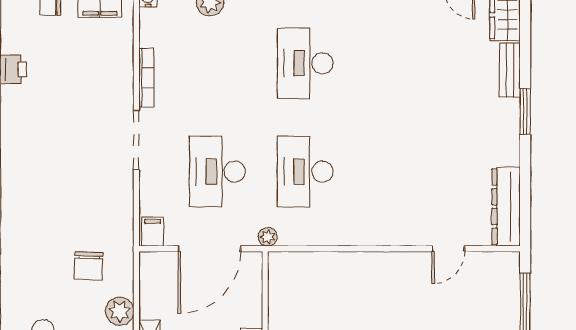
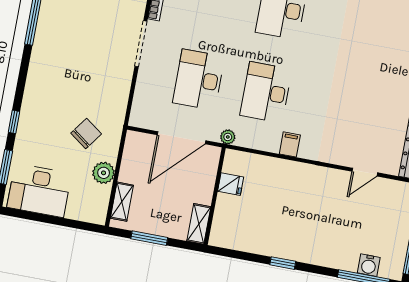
filing cabinet: (153, 232) -> (290, 144), moved
chair: (89, 266) -> (86, 133), turned -146
fridge: (282, 295) -> (231, 184), added

